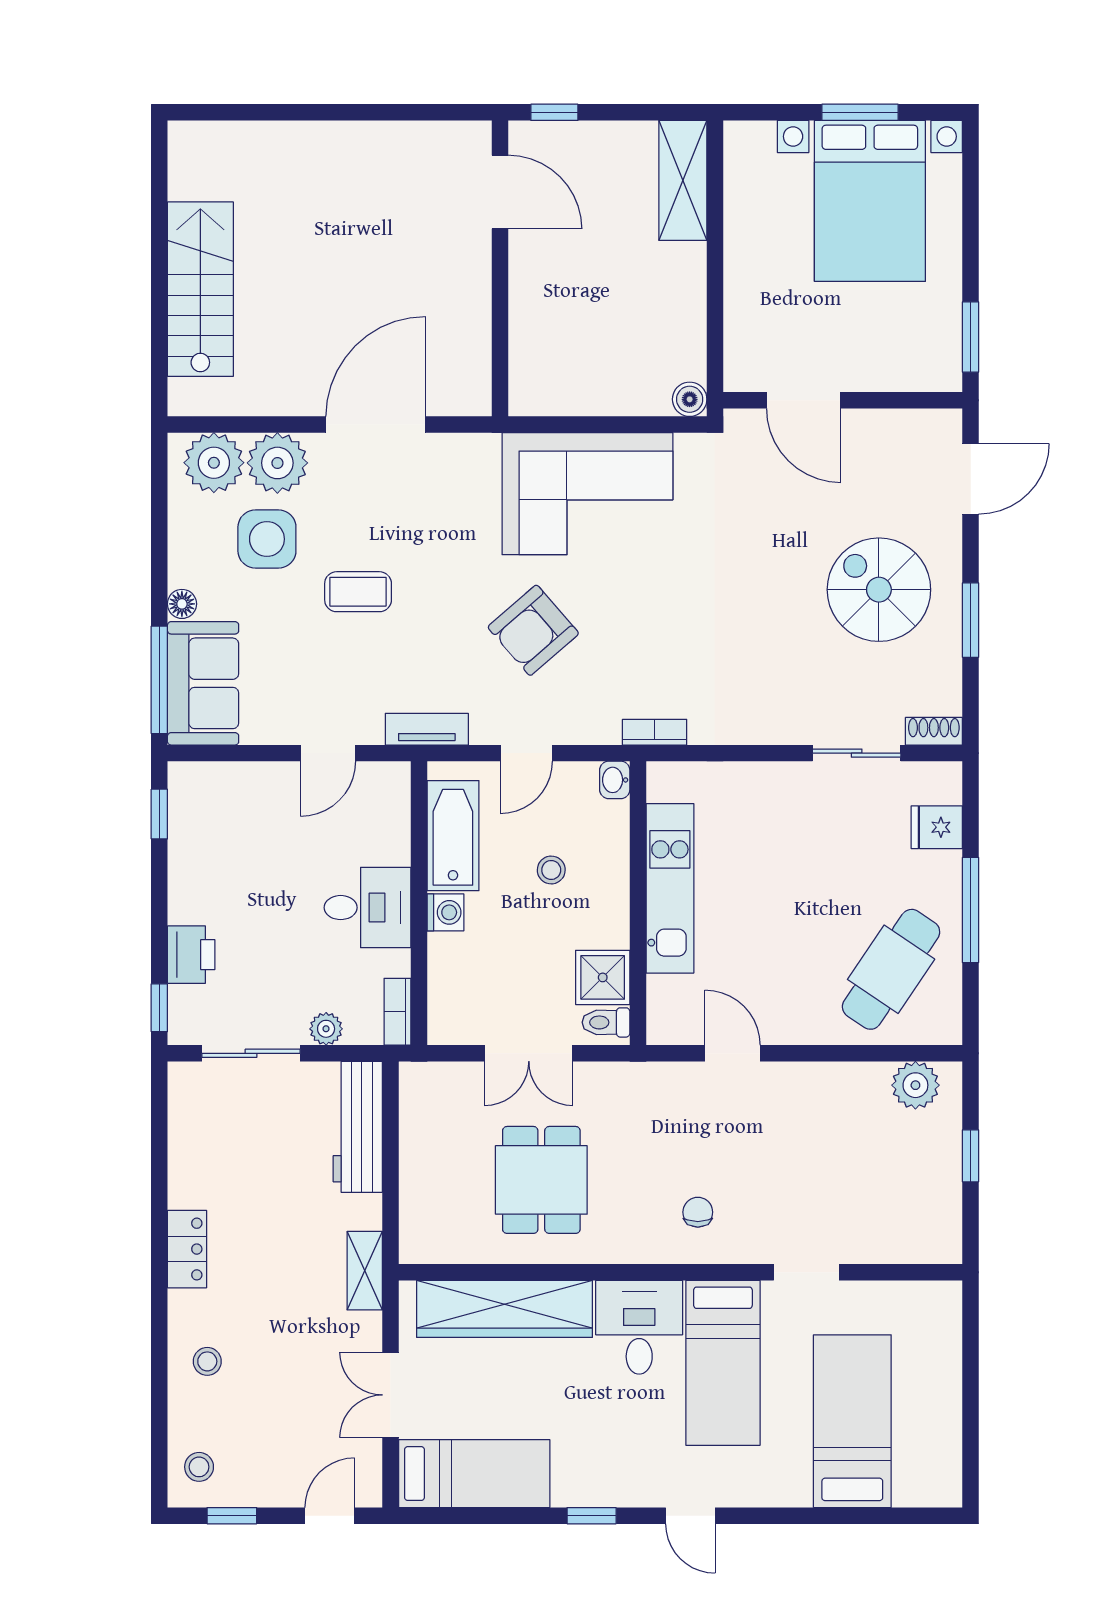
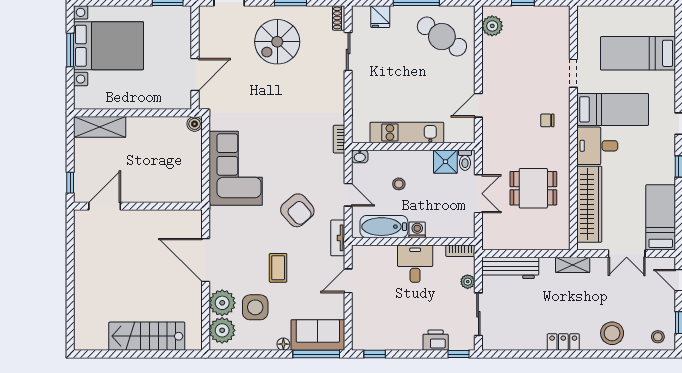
armchair: (533, 630) -> (297, 210), moved
door: (328, 753) -> (348, 281), swing flipped
stool: (207, 1361) -> (612, 333), width x1.89, depth x1.89

